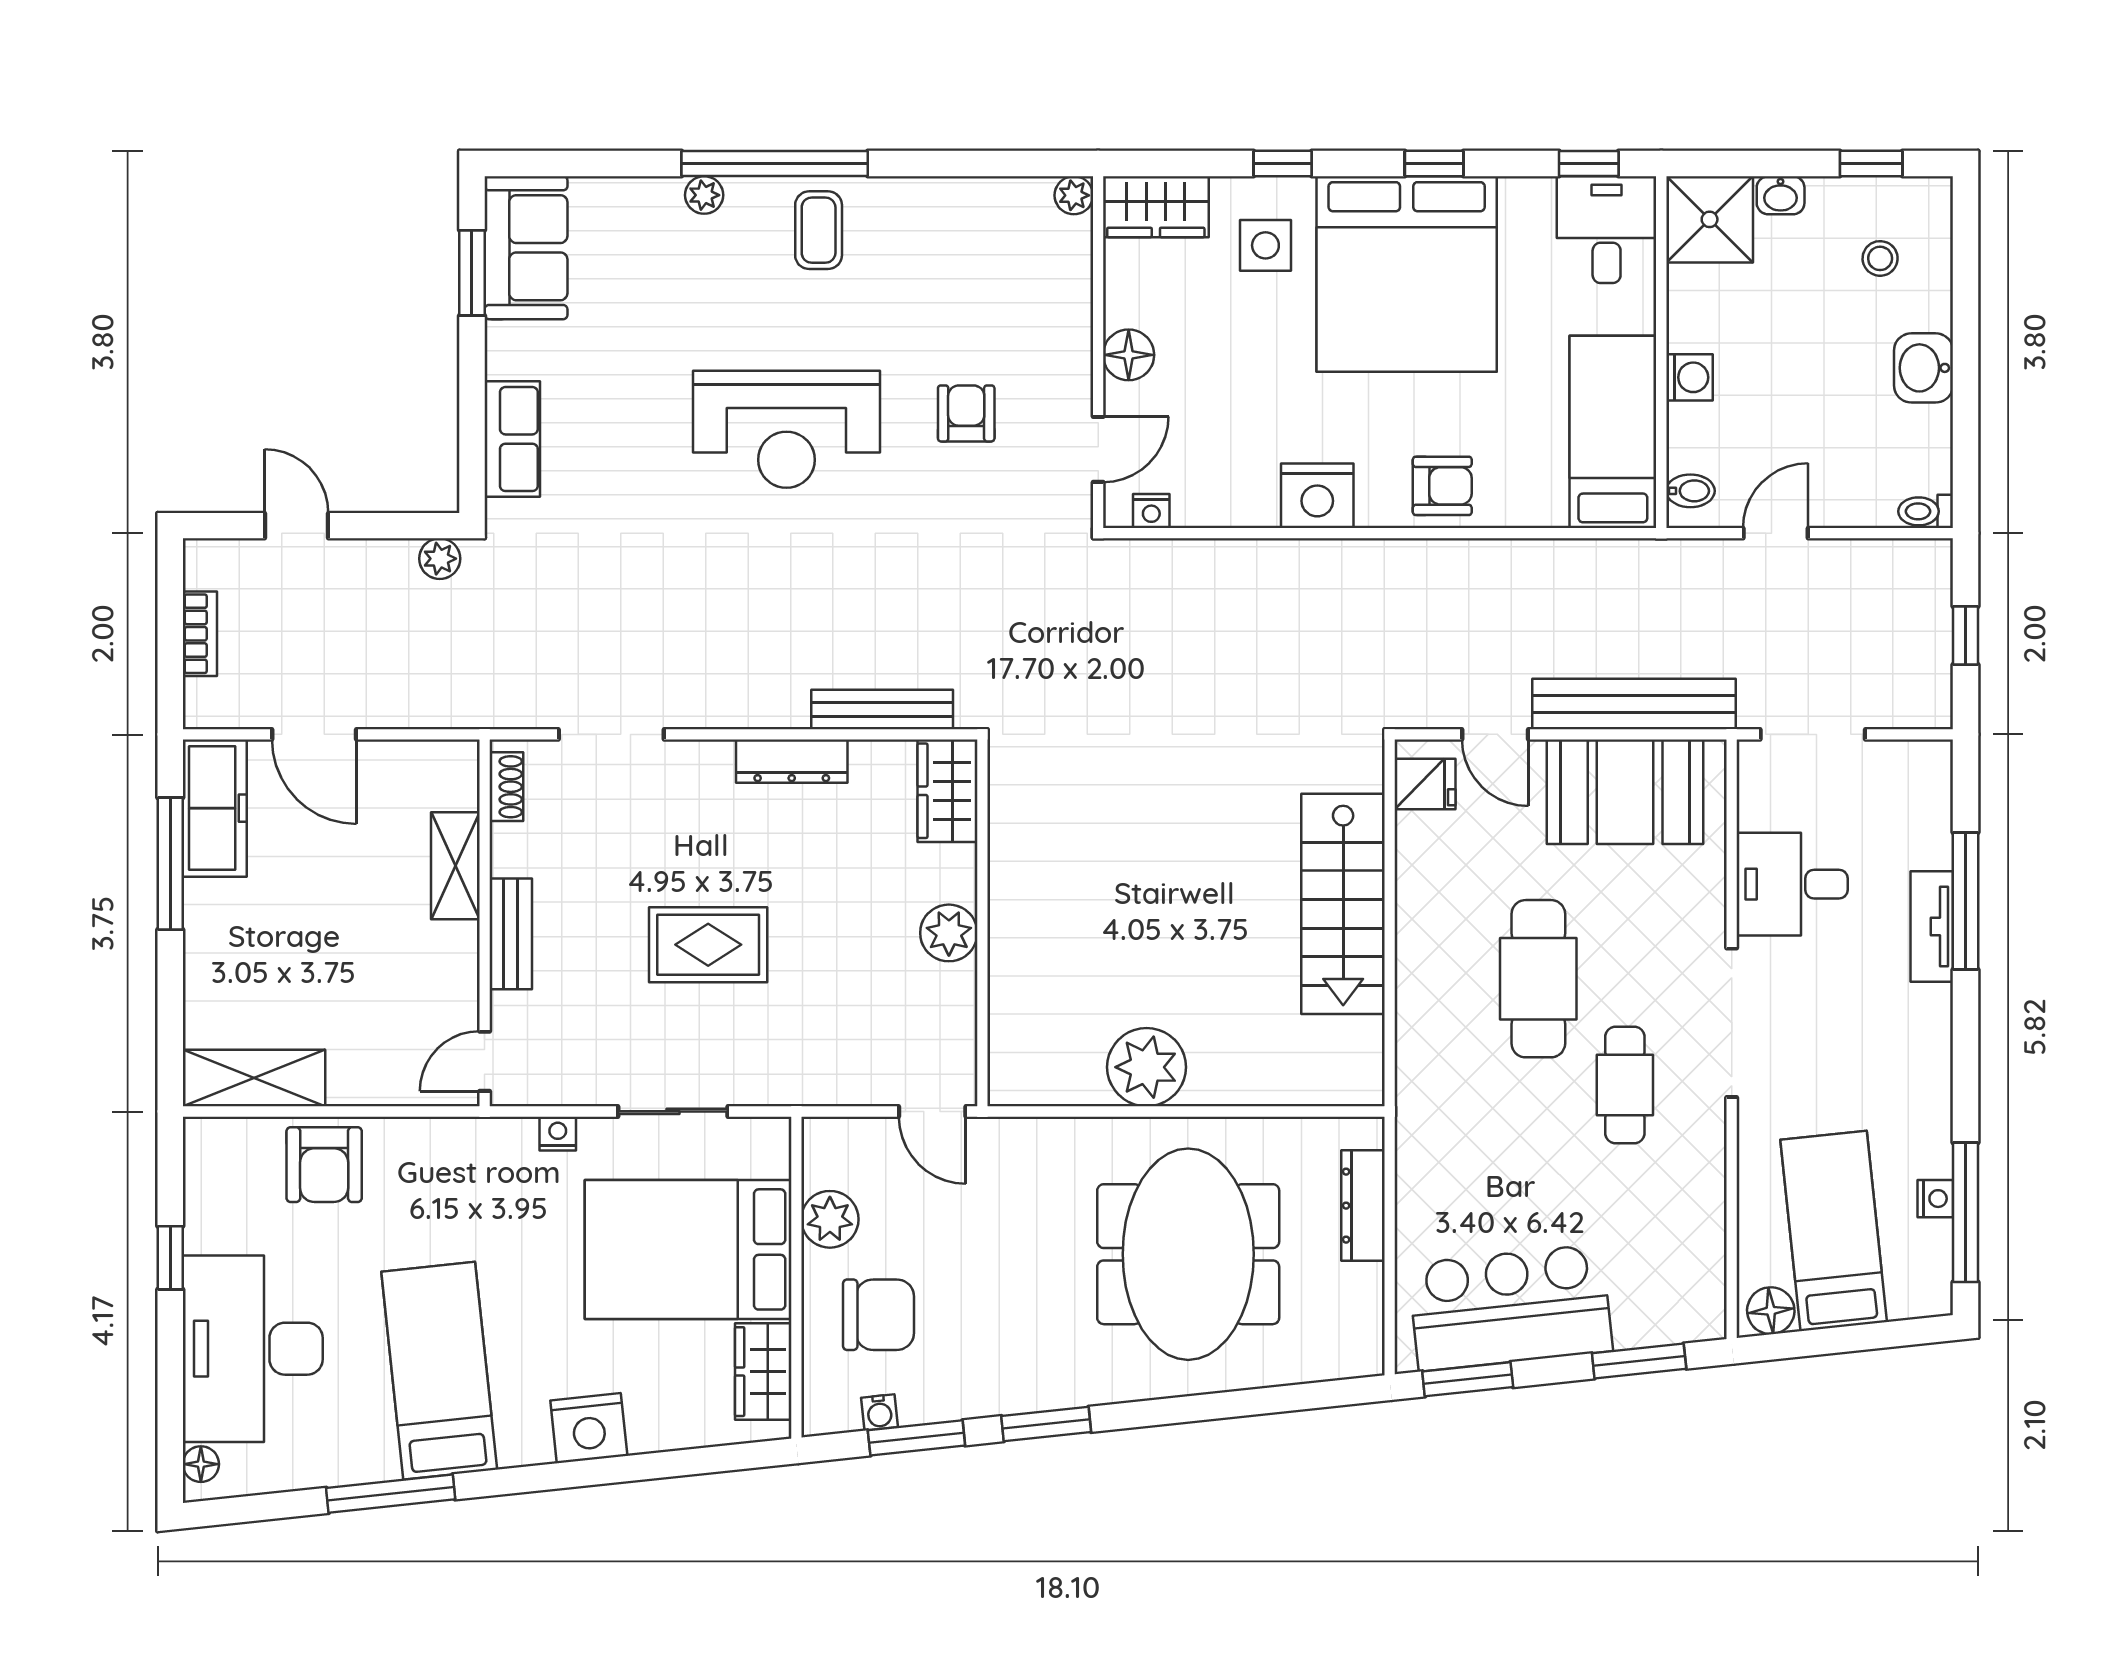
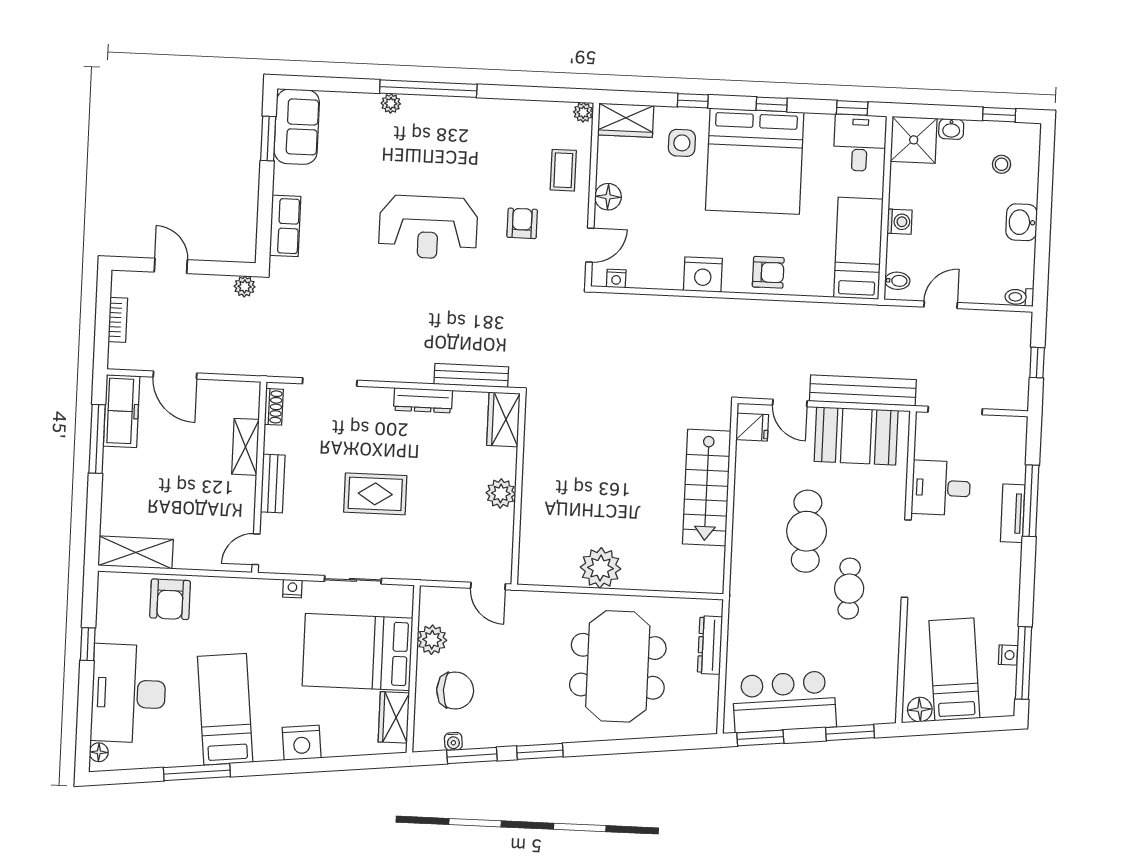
coffee table: (819, 230) -> (563, 170), moved

